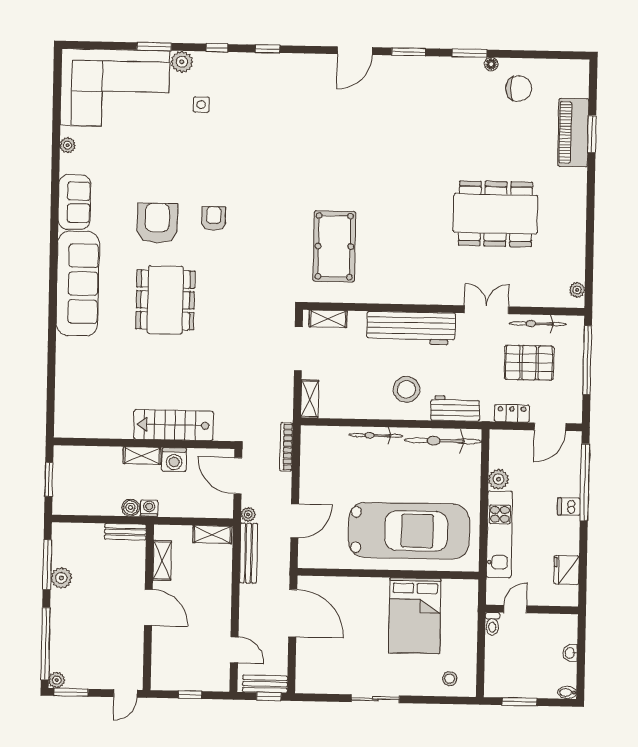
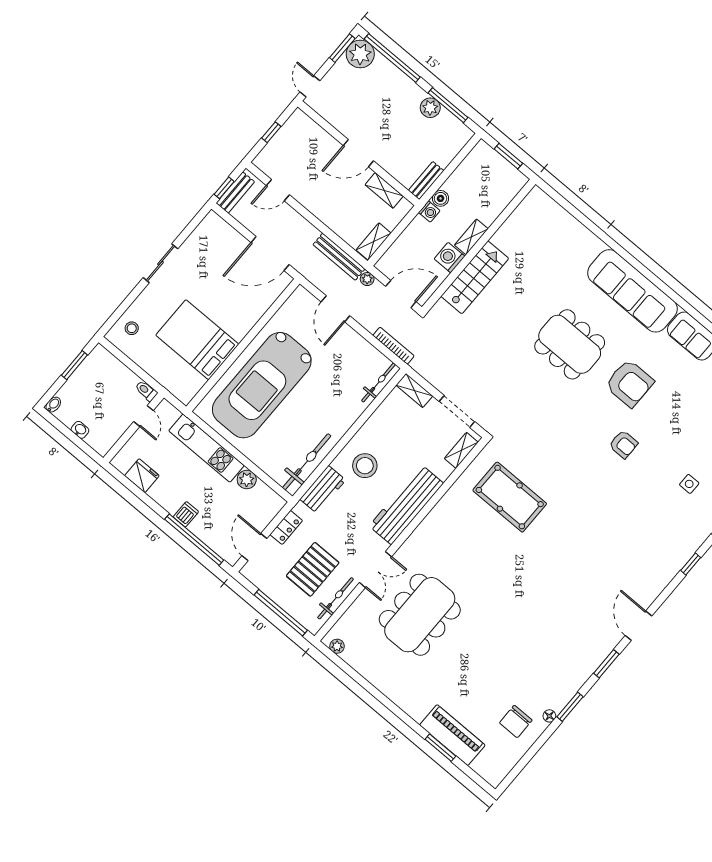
dining table: (495, 214) -> (420, 615), moved
armchair: (214, 219) -> (623, 444), moved
bicycle: (376, 435) -> (379, 382), moved
plant: (57, 680) -> (360, 54), width x1.88, depth x1.88

